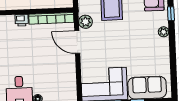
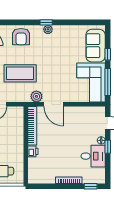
window: (171, 14) -> (46, 22), moved
door: (77, 42) -> (54, 104), hinge flipped

